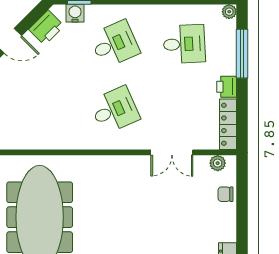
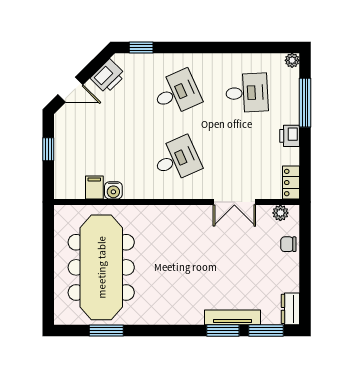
water cooler: (75, 13) -> (113, 190), moved, turned 180
locker: (228, 124) -> (291, 183), width x0.66
filing cabinet: (33, 138) -> (94, 188), added

